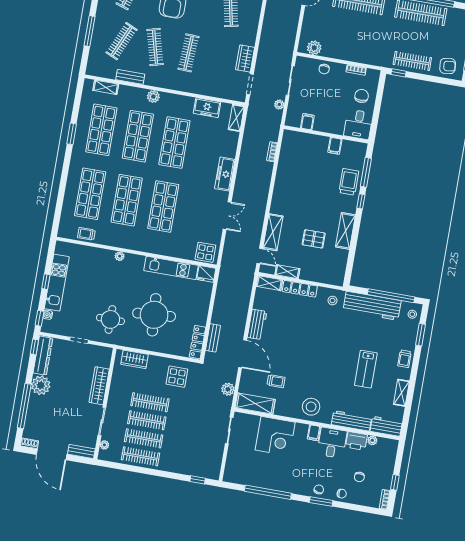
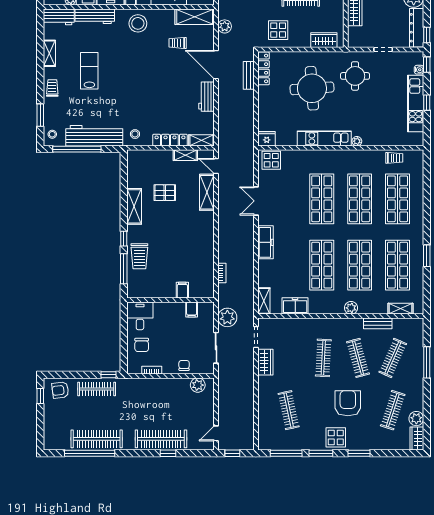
plant: (279, 105) -> (227, 317), width x1.87, depth x1.87
filing cabinet: (335, 146) -> (182, 290), moved
kitchen unit: (171, 268) -> (324, 138), moved

